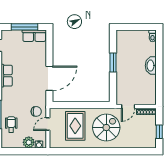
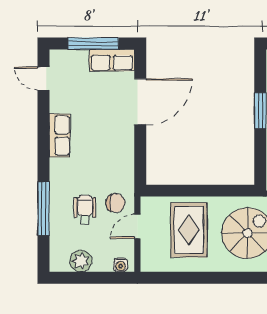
door: (49, 78) -> (140, 102), moved
wheelchair: (11, 124) -> (85, 210), moved
plant: (29, 142) -> (81, 261), moved

